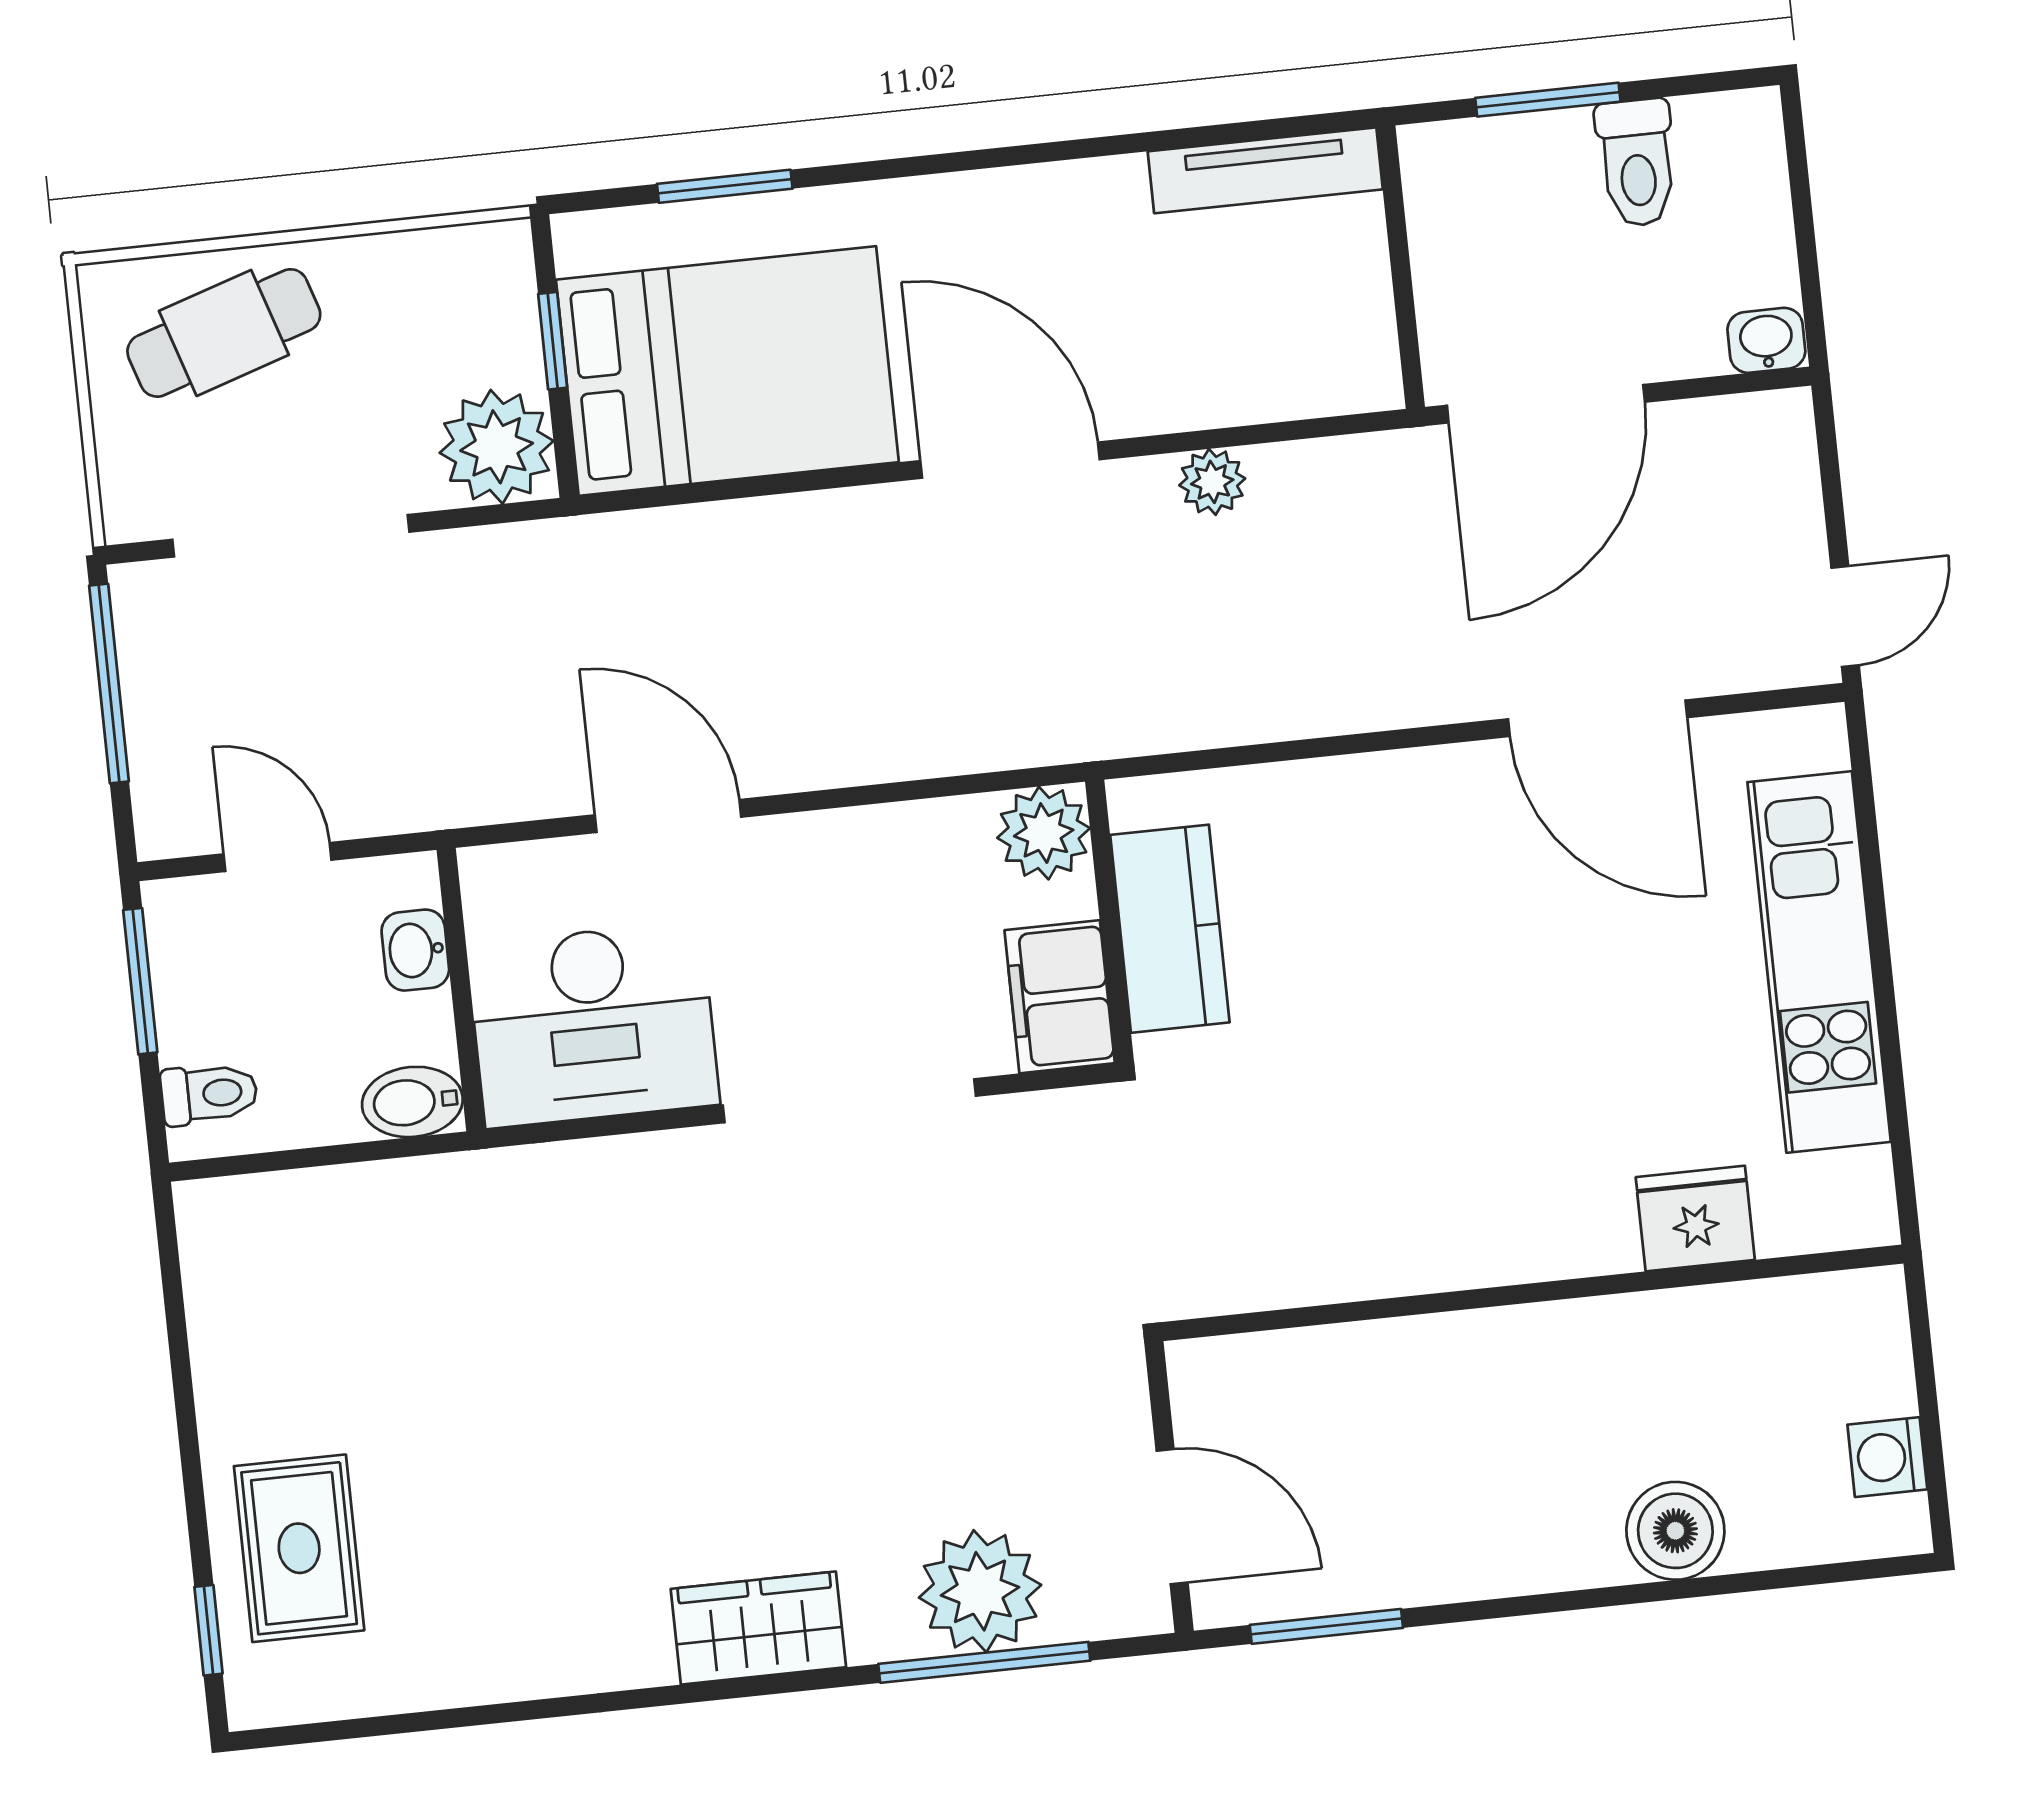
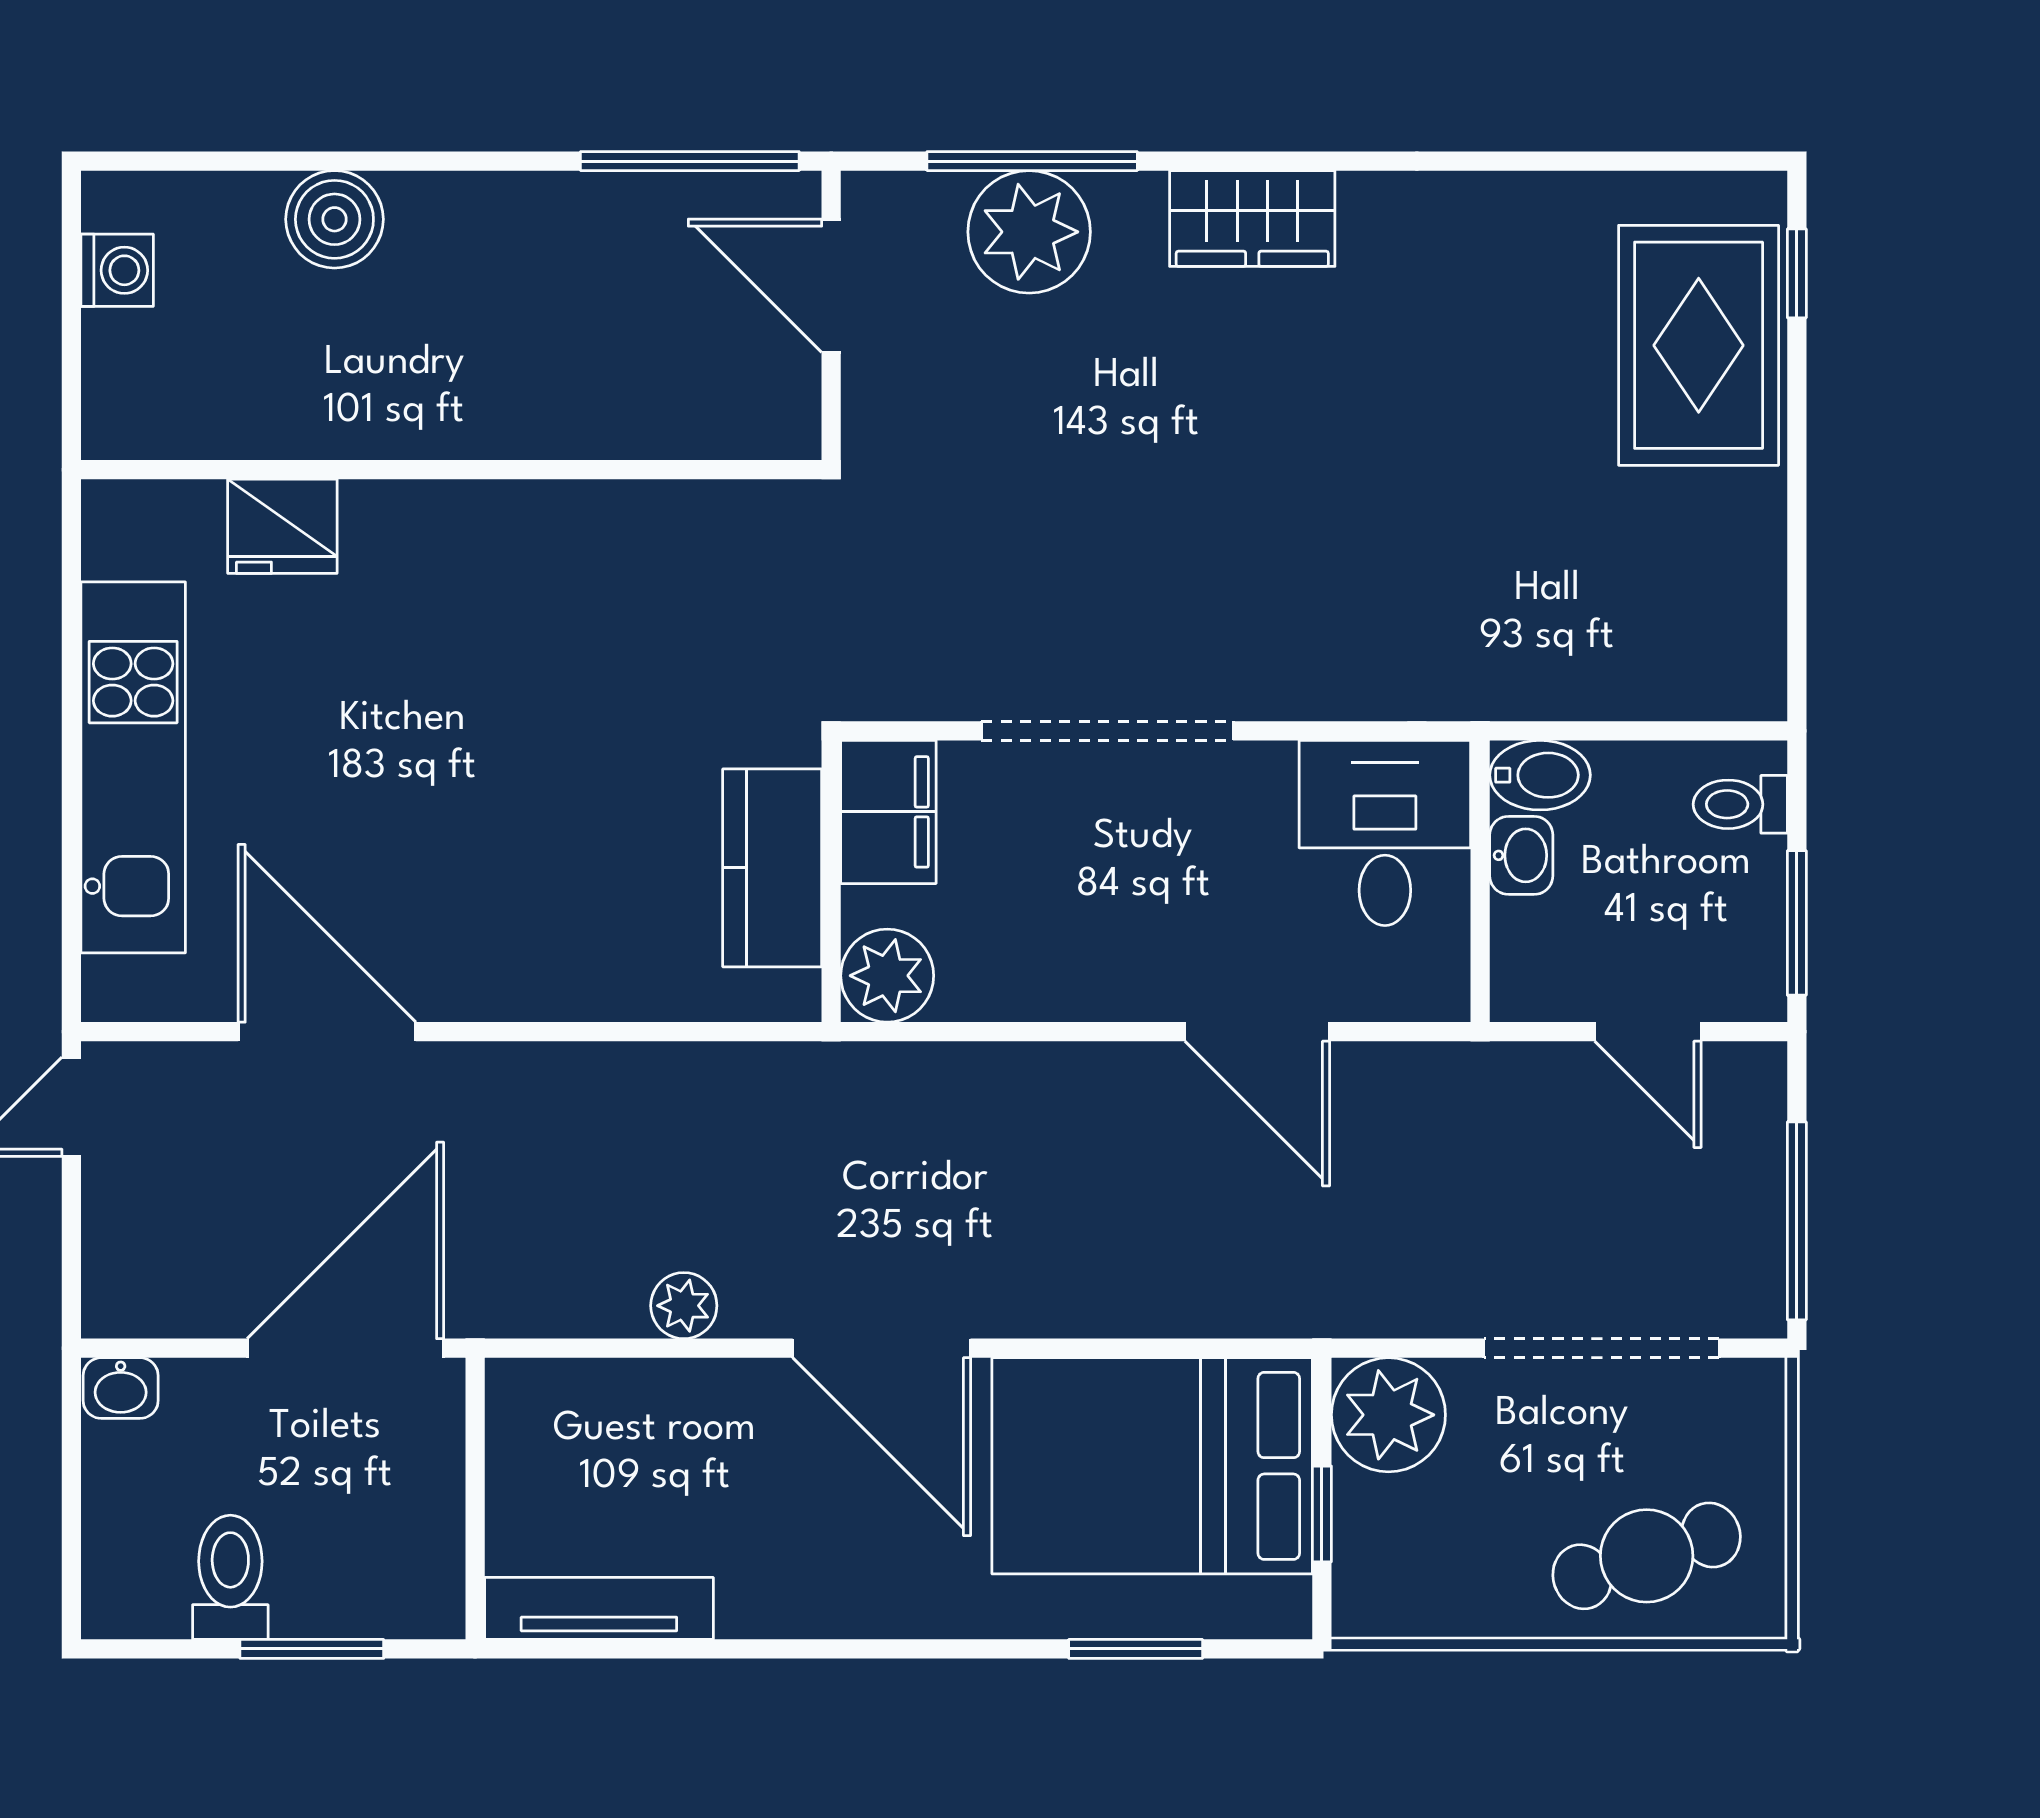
washbasin: (415, 950) -> (1521, 855), moved
desk: (593, 1025) -> (1385, 833), width x0.73
rug: (299, 1548) -> (1699, 345), width x1.36, depth x1.43
window: (1326, 1626) -> (690, 161), width x1.44

